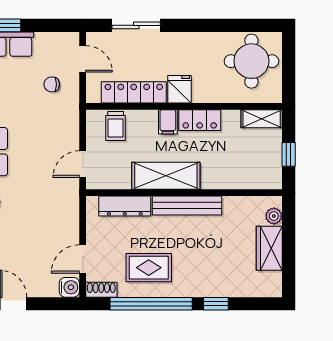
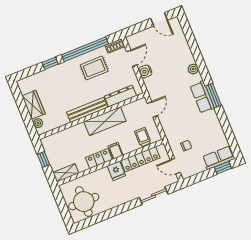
water cooler: (69, 287) -> (145, 71), moved

